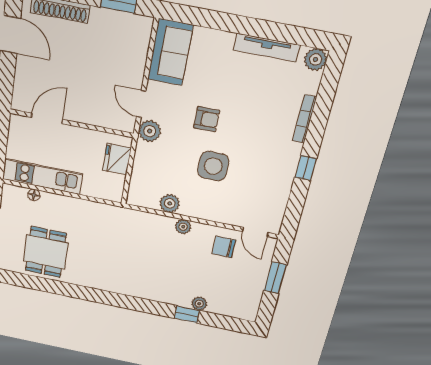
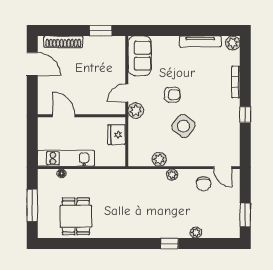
door: (141, 104) -> (127, 93), hinge flipped
door: (47, 118) -> (64, 116), hinge flipped
side table: (213, 166) -> (184, 126), turned 38
chair: (224, 247) -> (204, 184), turned -93
window: (275, 278) -> (245, 215), moved
window: (187, 314) -> (170, 243), moved

